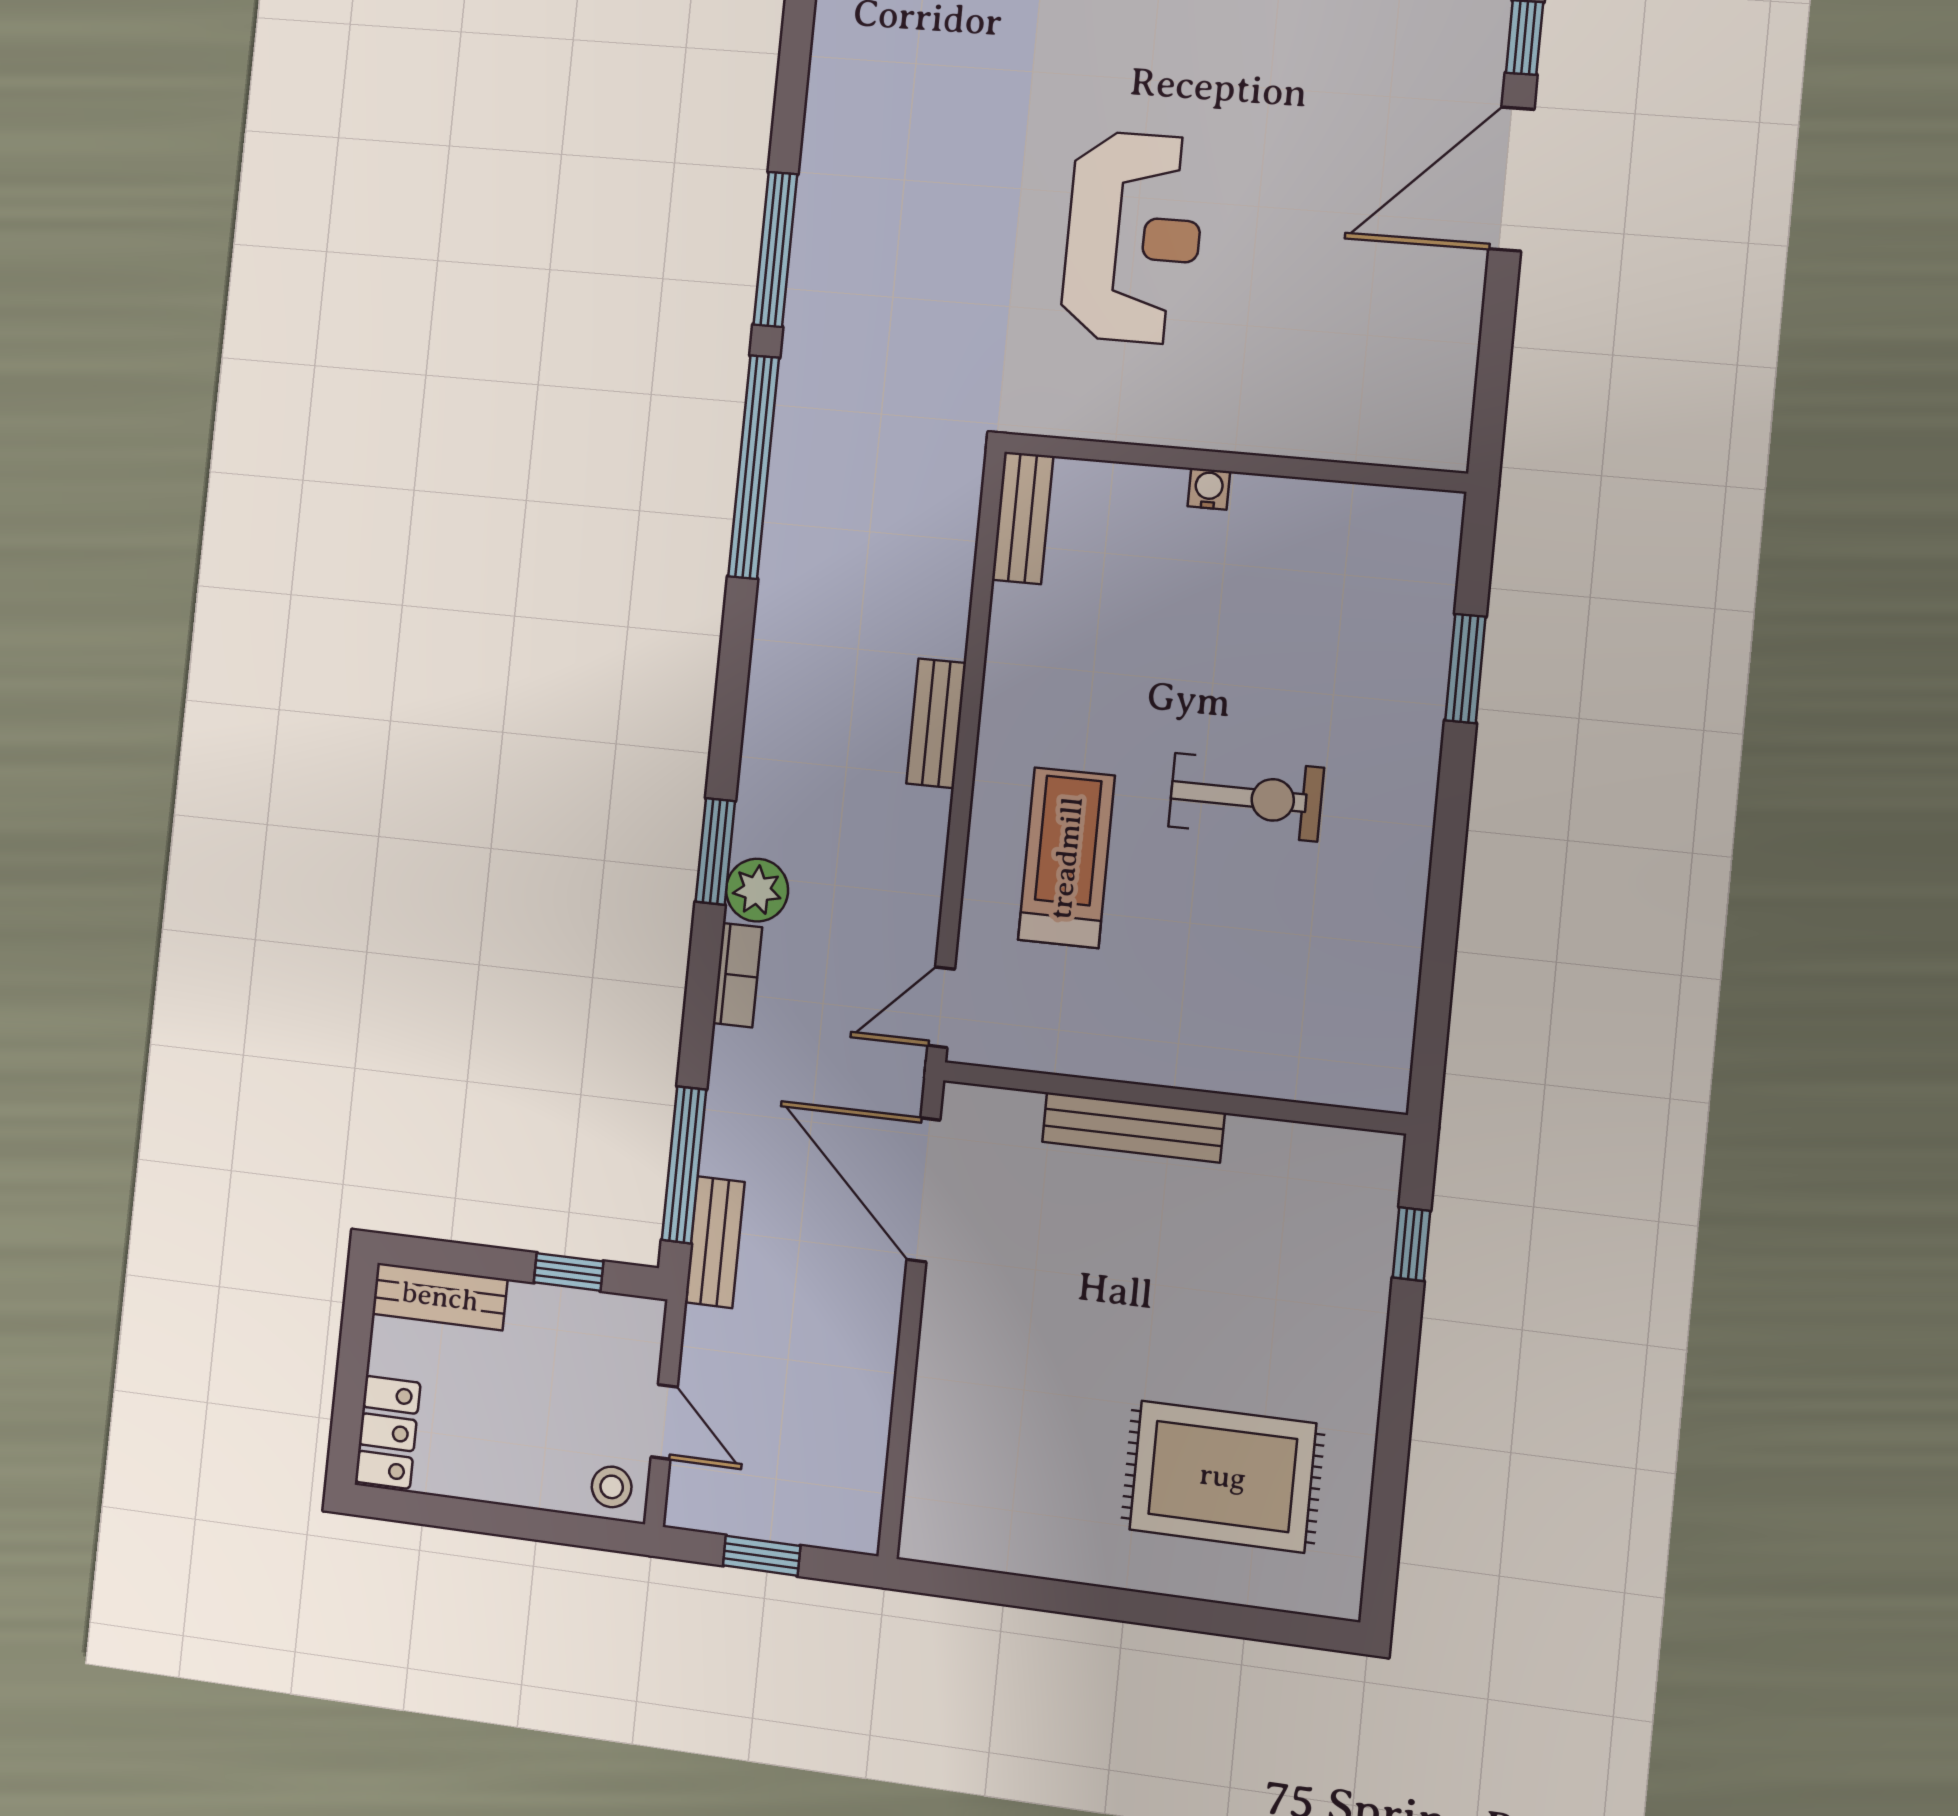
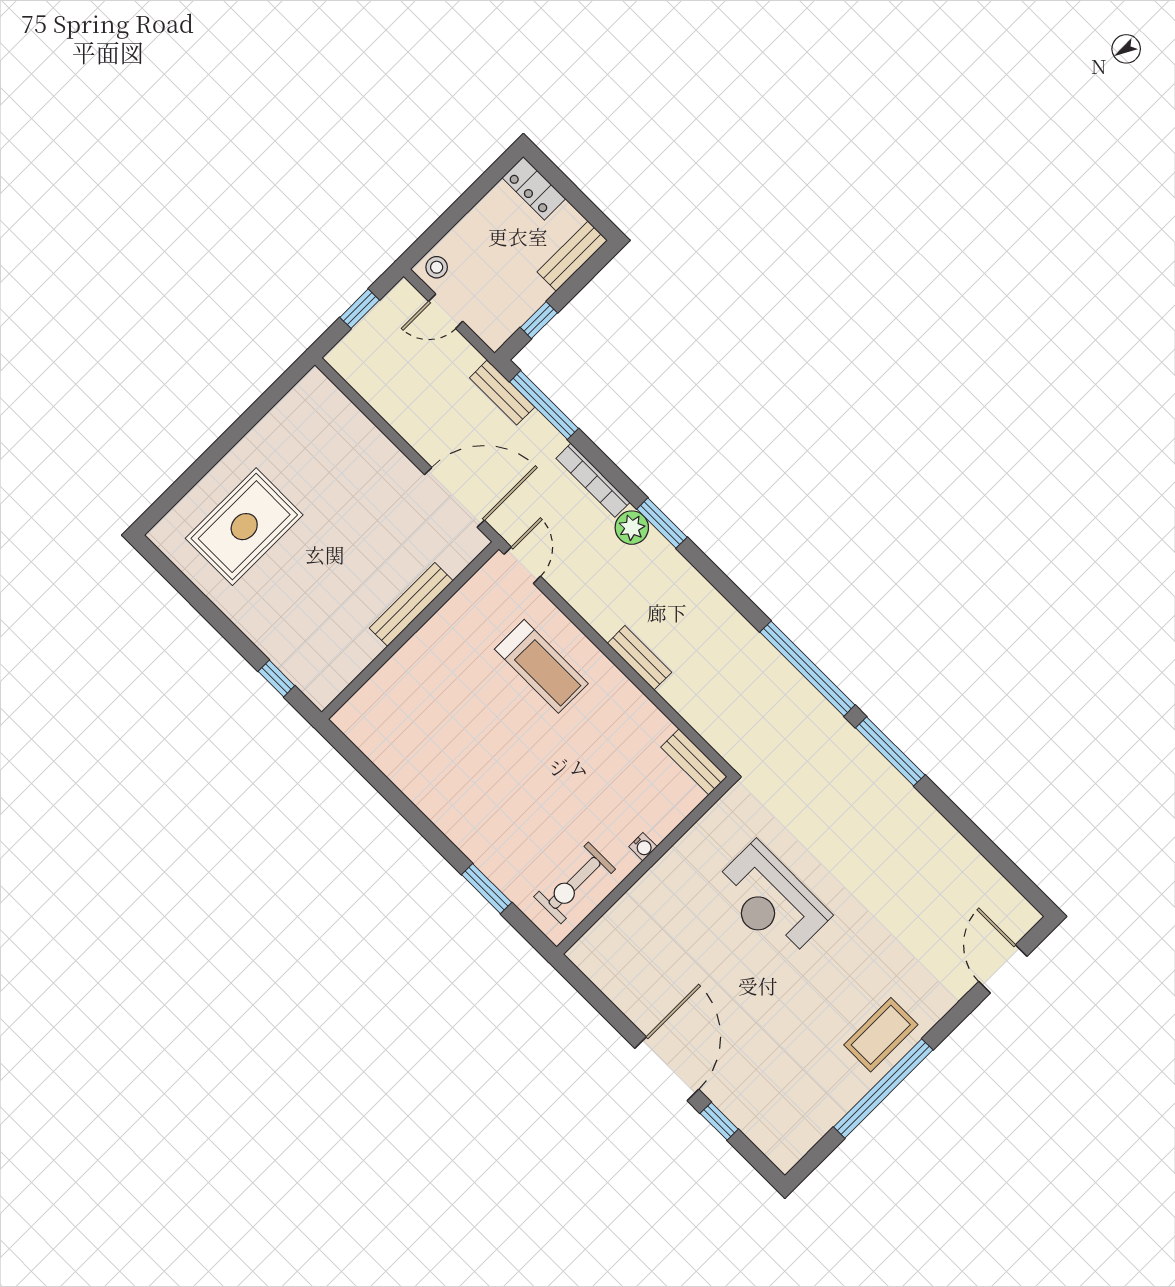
exercise bike: (1246, 797) -> (575, 883), moved
bookcase: (737, 975) -> (593, 480), width x1.56

